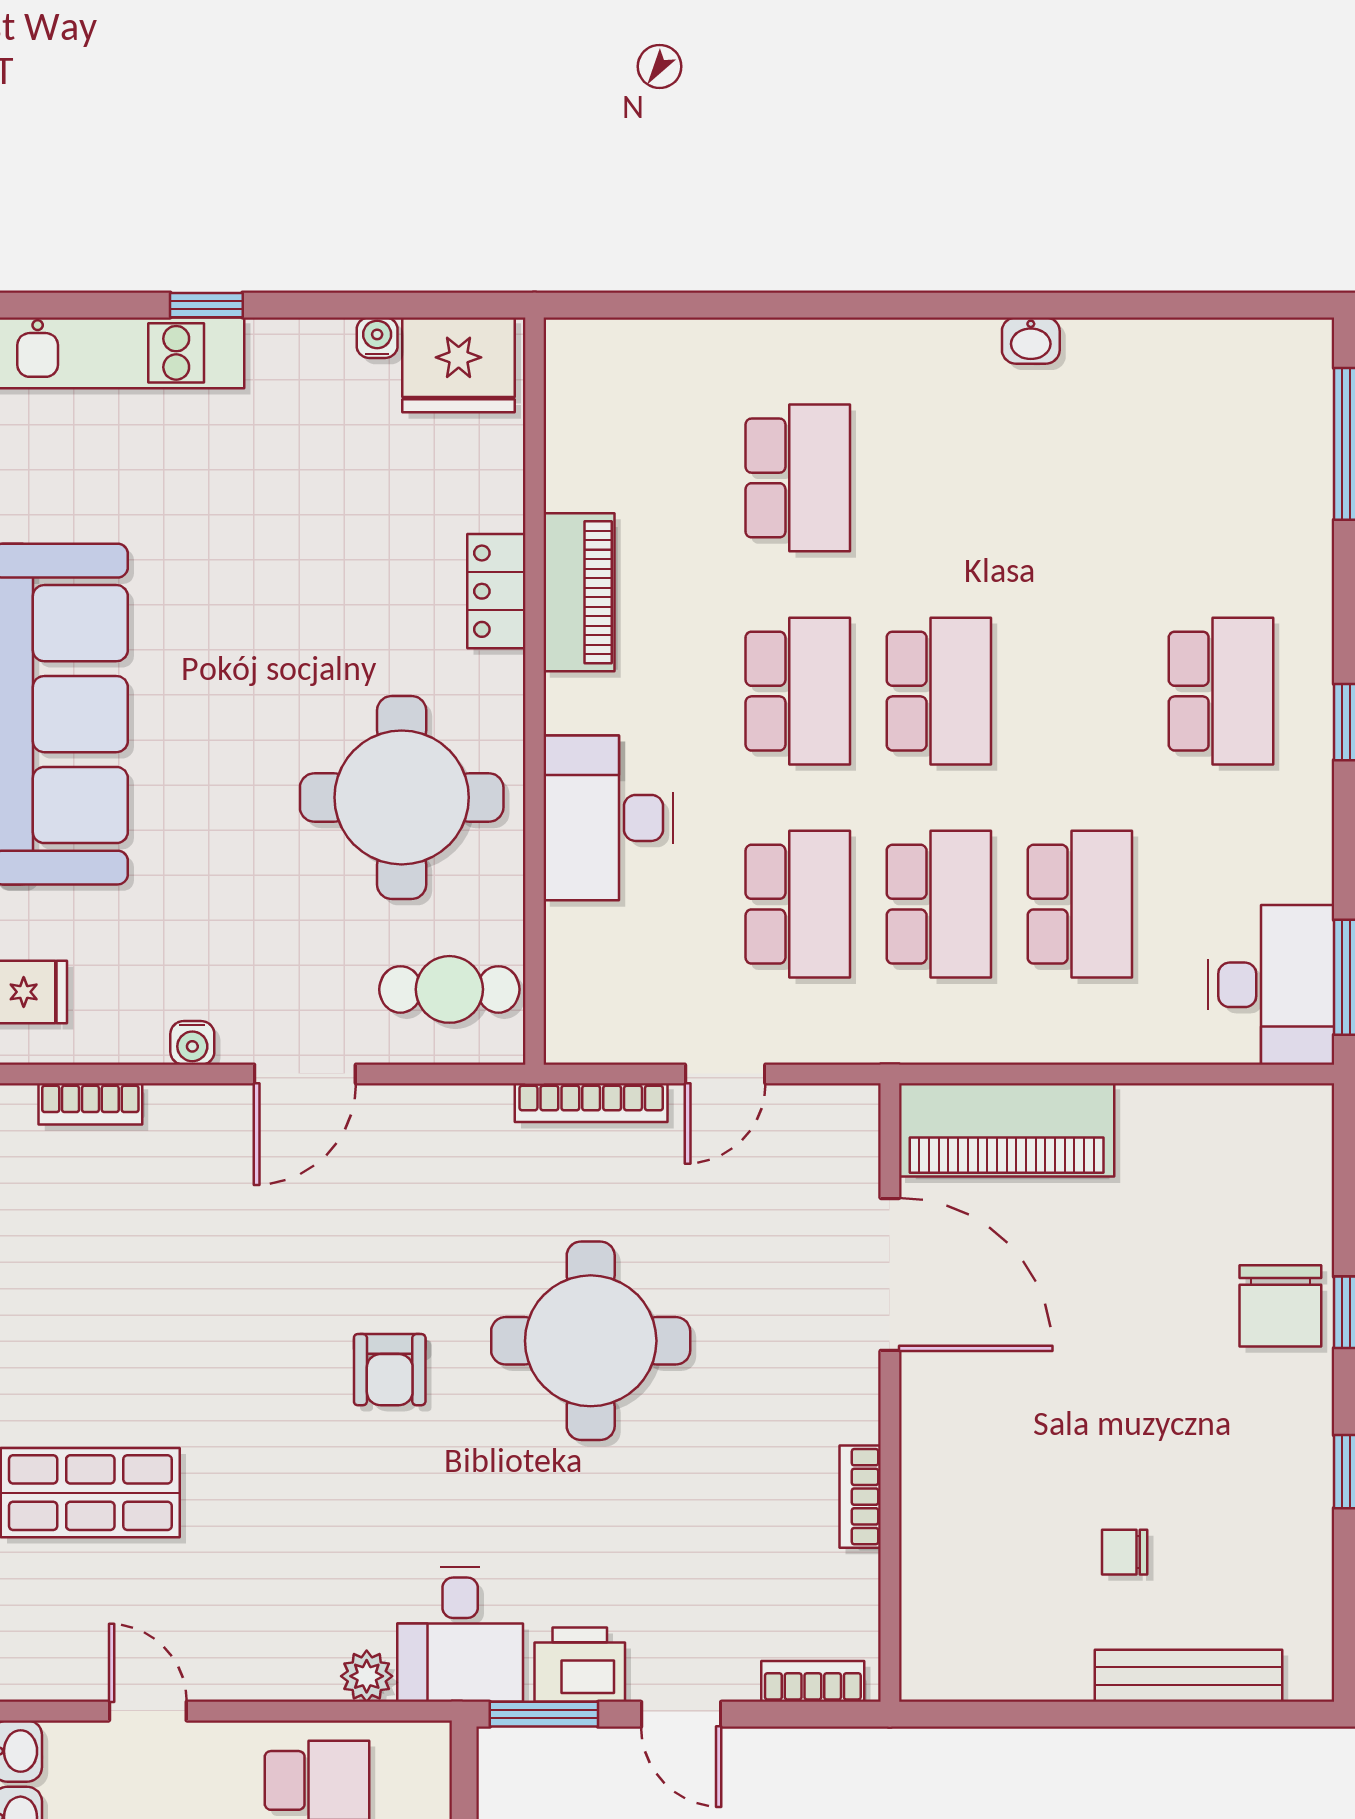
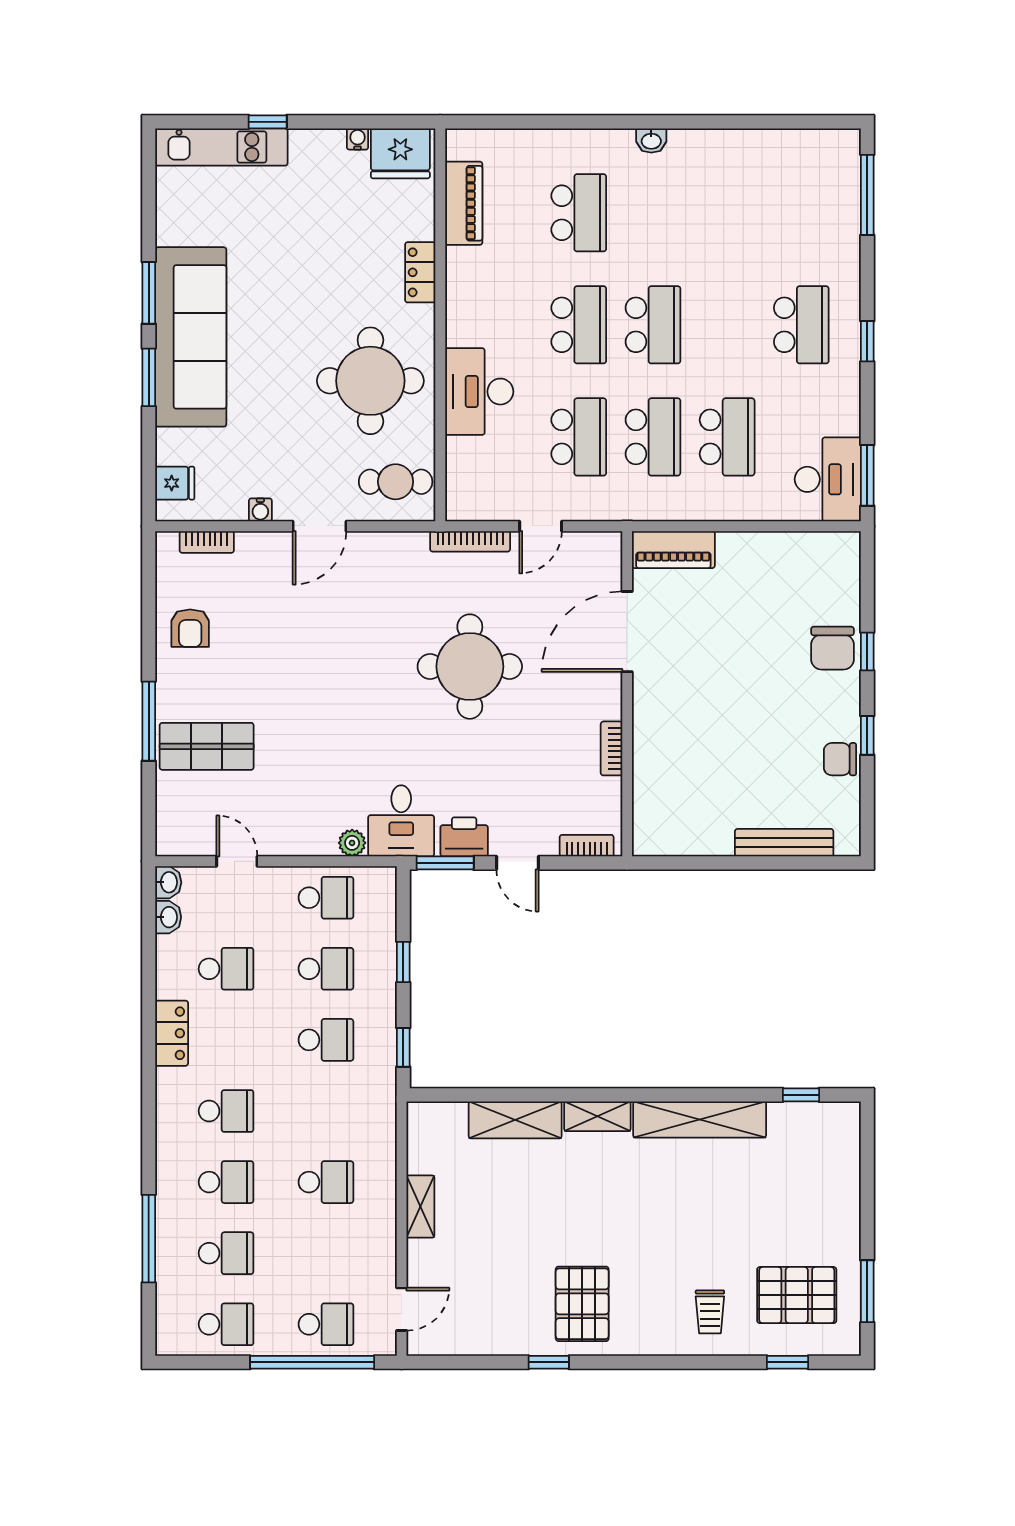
washbasin: (1031, 341) -> (651, 141), moved
piano: (579, 592) -> (464, 203), moved
piano: (1007, 1130) -> (673, 550), width x0.73, depth x0.75
door: (890, 1274) -> (627, 632), swing flipped
armchair: (390, 1370) -> (190, 628), moved
chair: (1125, 1552) -> (840, 759), moved, width x1.37, depth x1.37

